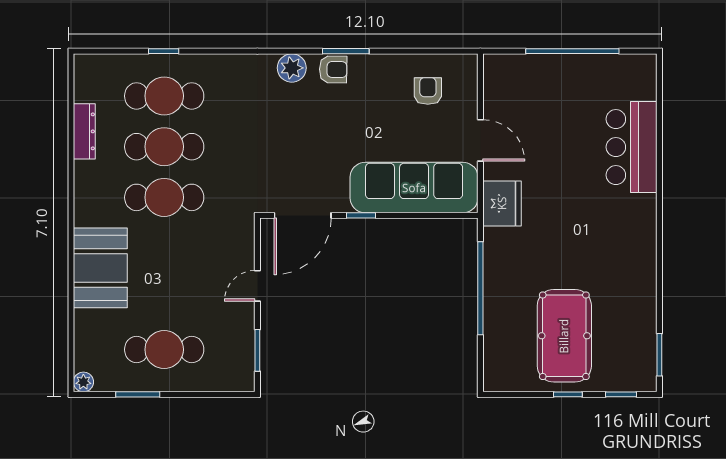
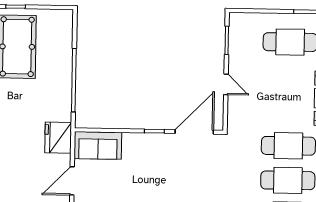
door: (480, 140) -> (72, 181), hinge flipped
sofa: (414, 188) -> (98, 145), width x0.54, depth x0.79
door: (257, 286) -> (226, 84), hinge flipped

